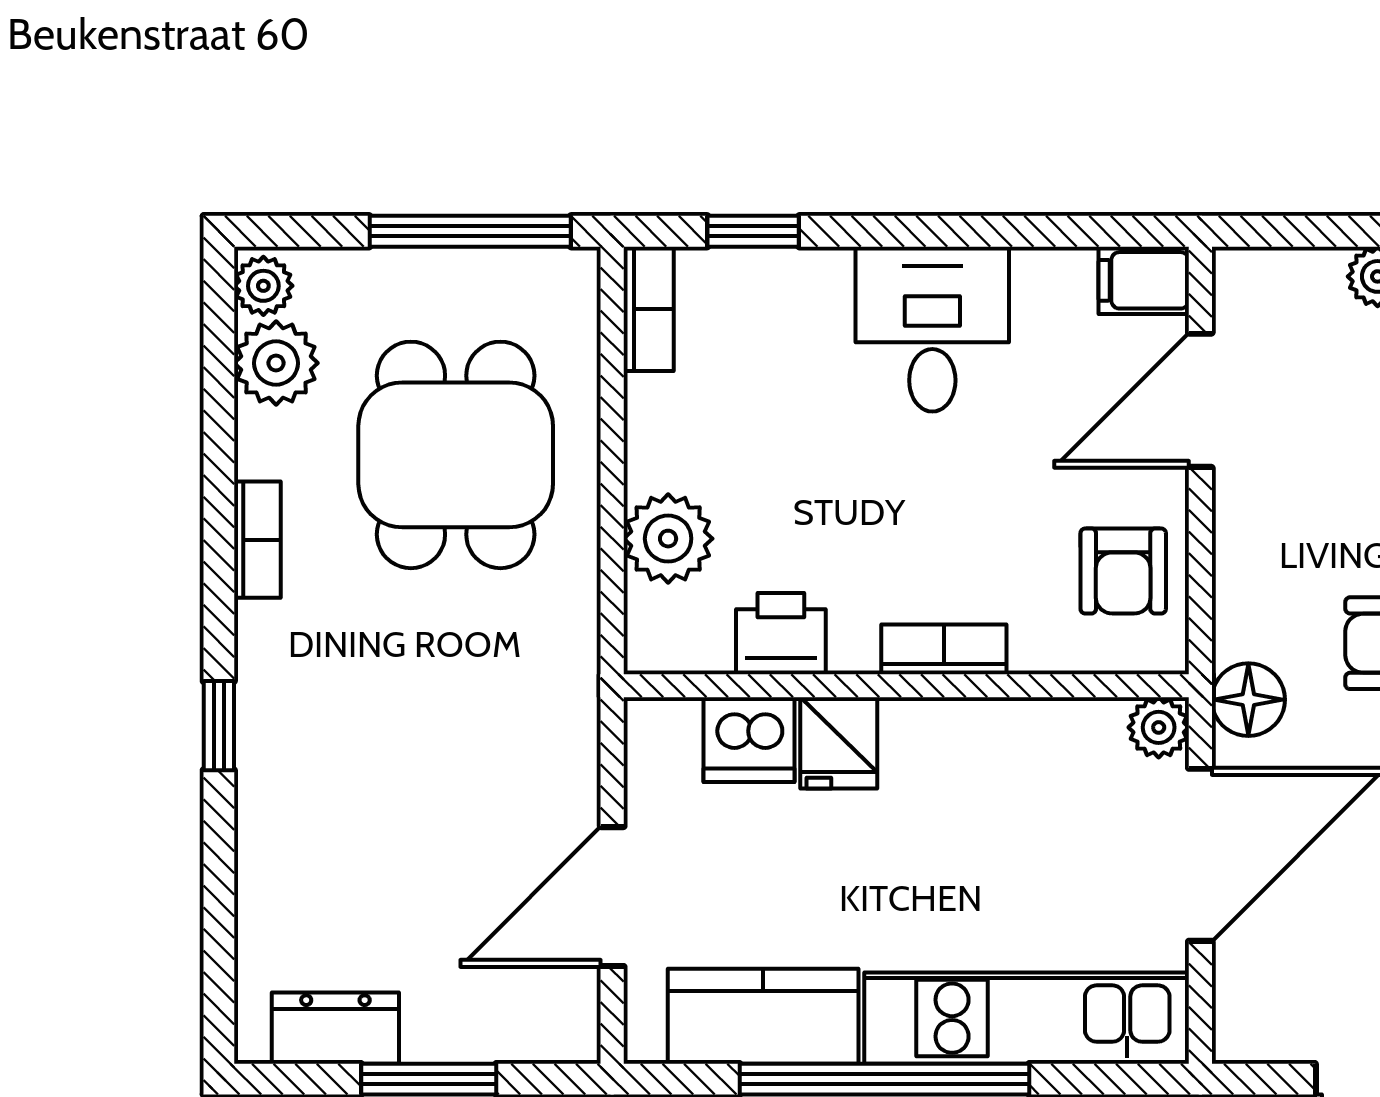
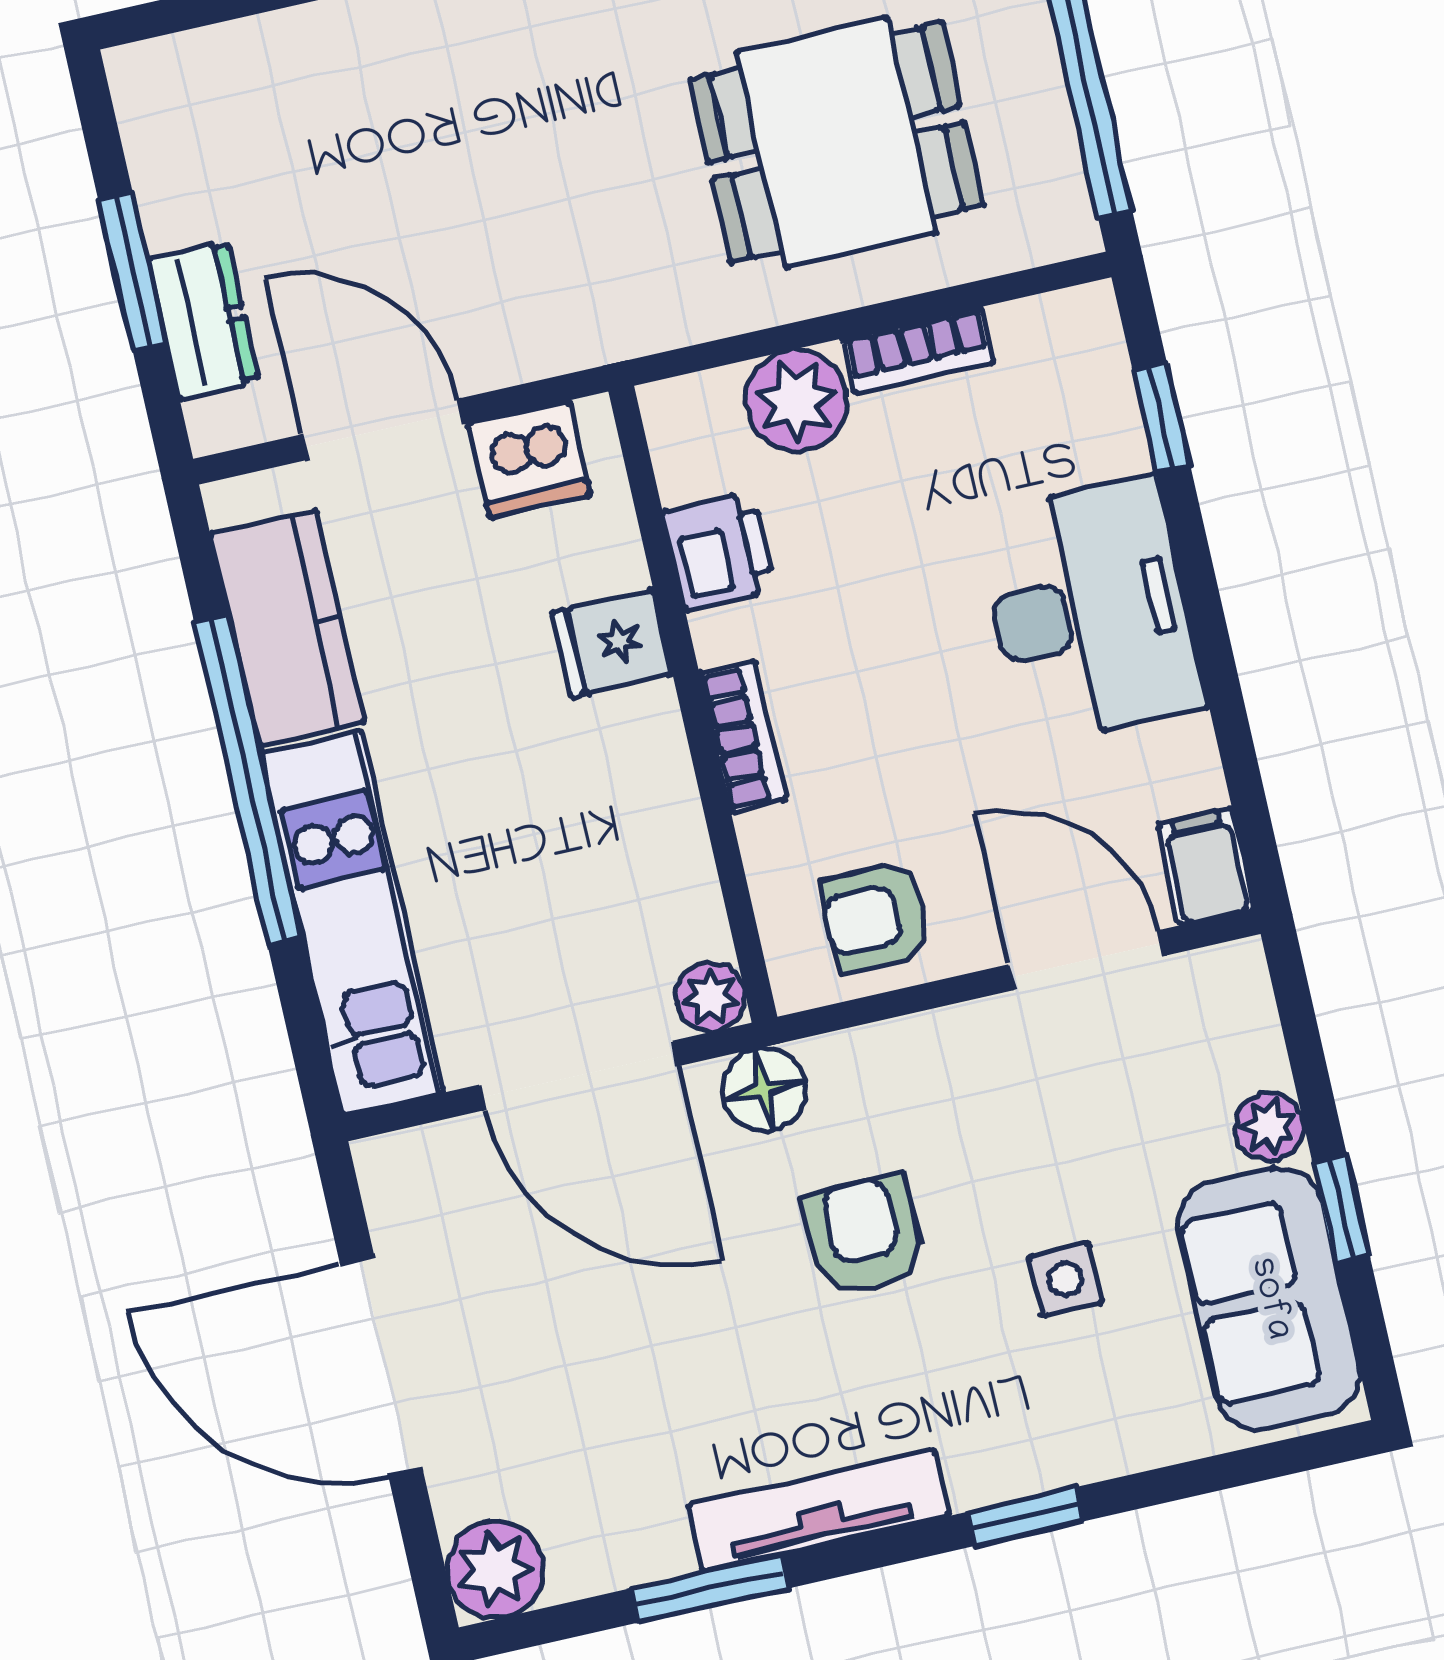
bookcase: (649, 309) -> (918, 350), moved
desk: (932, 329) -> (1090, 611), width x1.37
dishwasher: (749, 740) -> (530, 459), moved, turned -90
dresser: (335, 1028) -> (204, 320), moved

